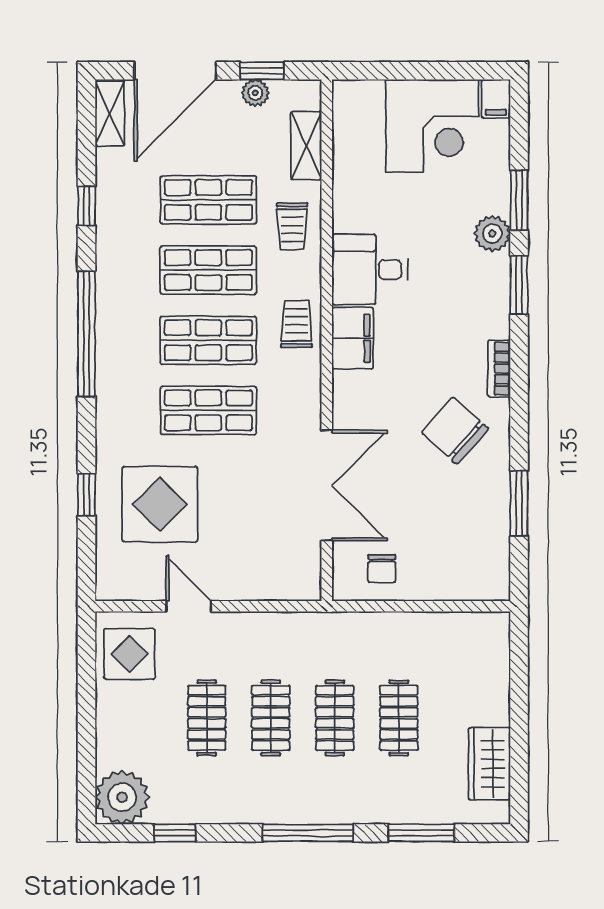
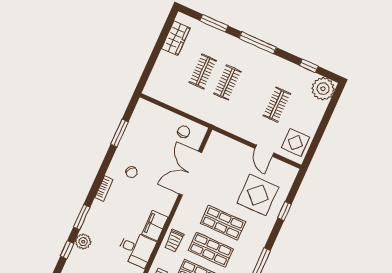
window: (519, 200) -> (67, 250), width x0.67
chair: (455, 431) -> (131, 172), width x0.54, depth x0.54
clothes rail: (271, 718) -> (252, 94), removed

